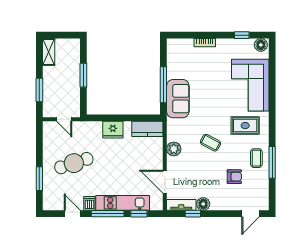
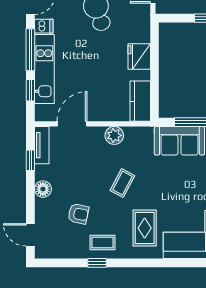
window: (272, 162) -> (97, 263), width x0.46
armchair: (234, 177) -> (78, 214), turned -78
floor lamp: (203, 204) -> (43, 189), moved

